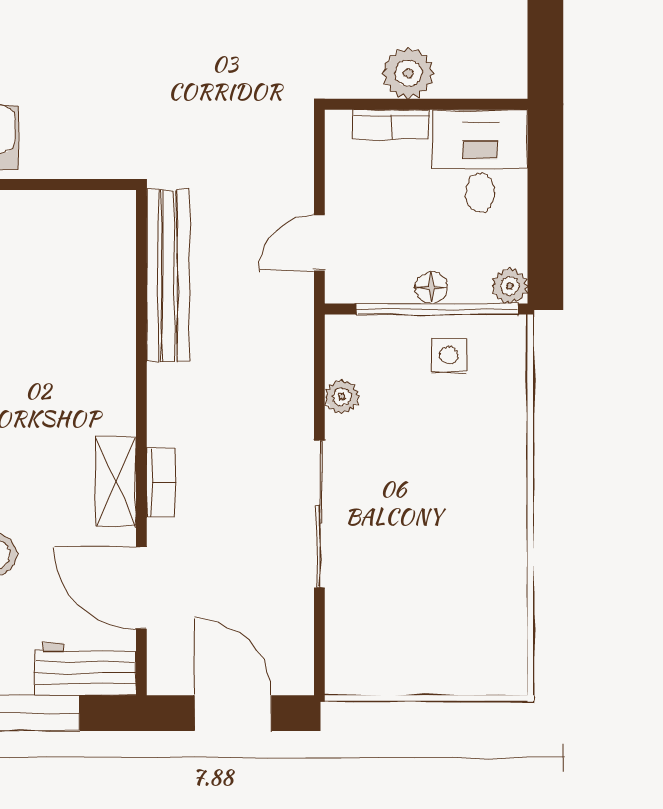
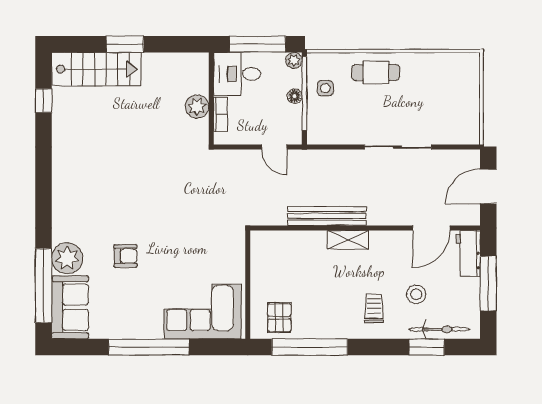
window: (545, 206) -> (258, 44), added
bench: (168, 276) -> (327, 216), moved
plant: (342, 397) -> (344, 137), removed
cafe table: (483, 466) -> (376, 72), added
shelving: (116, 482) -> (348, 240), moved
bookcase: (161, 482) -> (383, 219), removed

